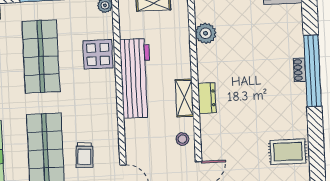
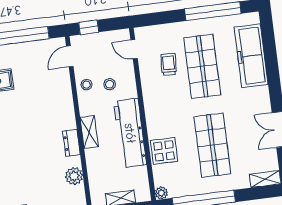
shelving: (184, 98) -> (89, 132), moved
dresser: (207, 98) -> (71, 143), moved
stool: (155, 137) -> (110, 84), added

